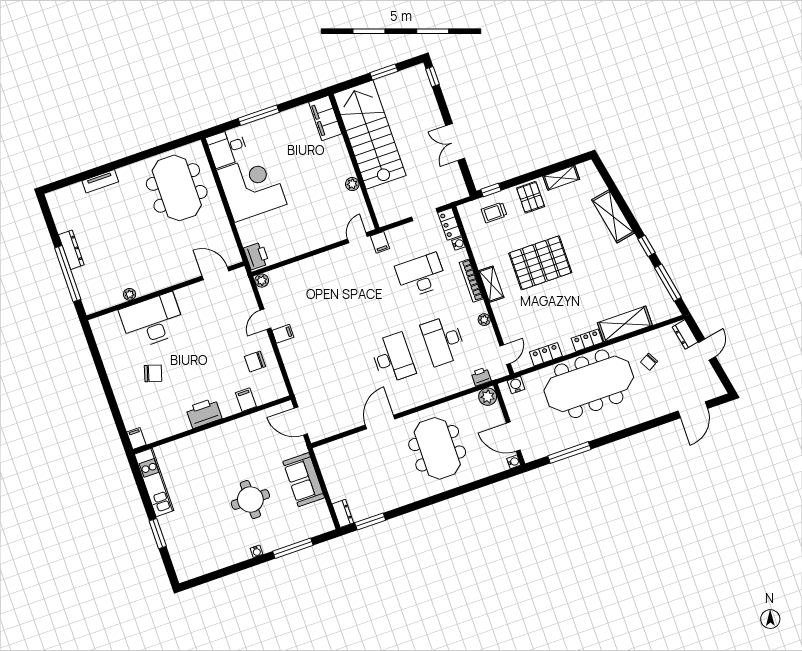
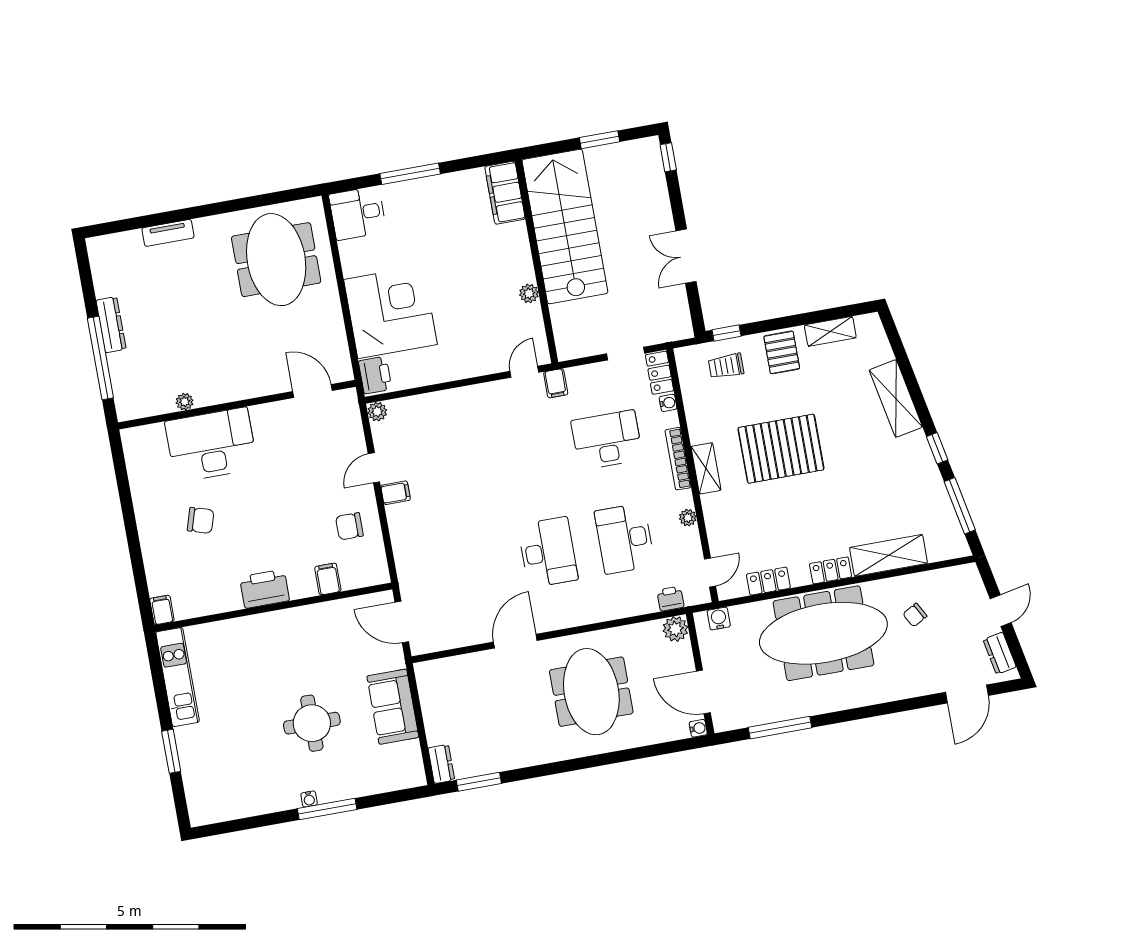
corner desk: (252, 187) -> (390, 312), moved
dresser: (685, 334) -> (1000, 653), moved
window: (293, 548) -> (327, 809), moved

